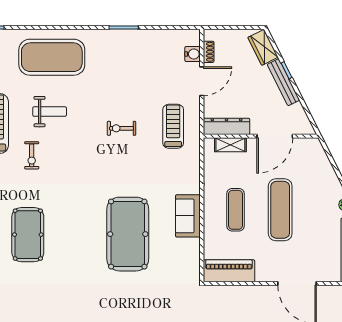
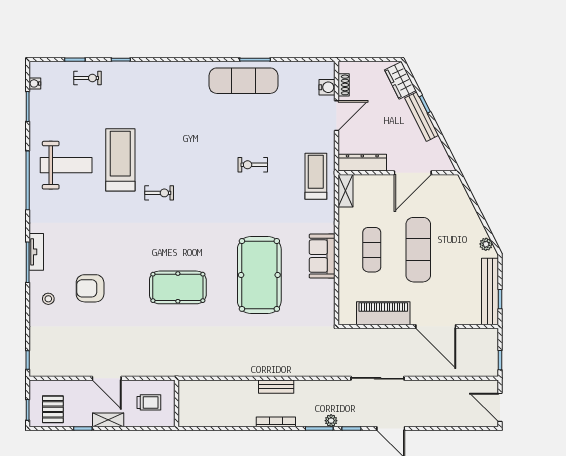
exercise mat: (52, 57) -> (243, 81), moved, width x0.68
weight bench: (50, 112) -> (178, 147), removed
treadmill: (173, 126) -> (316, 176), moved
shelving: (230, 145) -> (346, 191), moved, turned 90
exercise bike: (32, 155) -> (159, 193), turned -90
pool table: (28, 235) -> (178, 287), moved, turned 90
piano: (229, 271) -> (383, 313), moved

